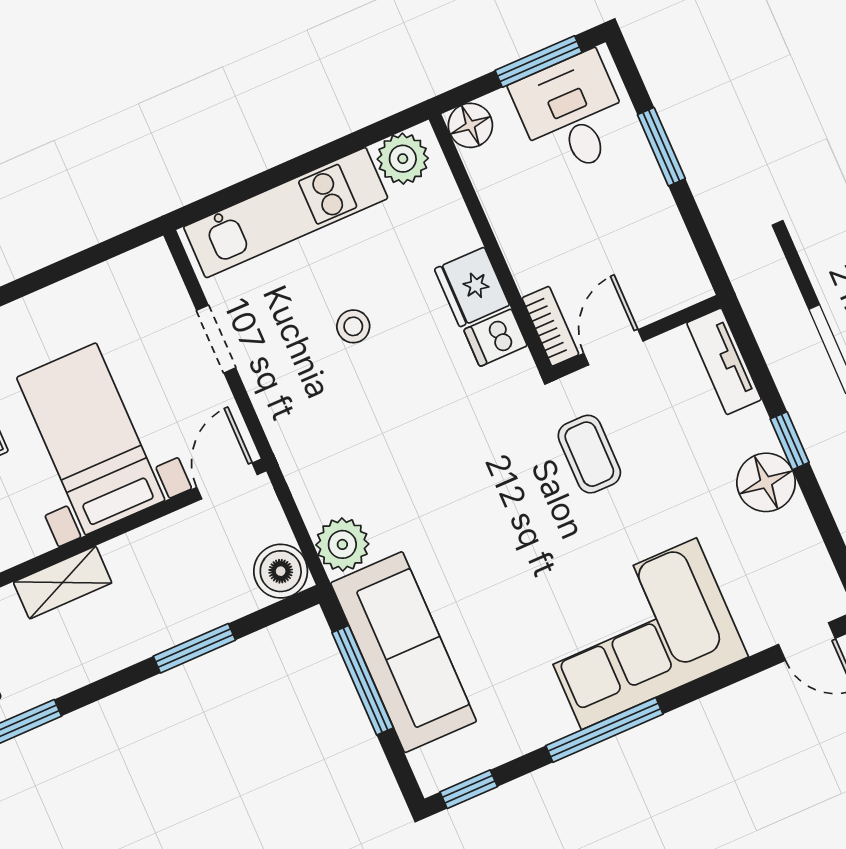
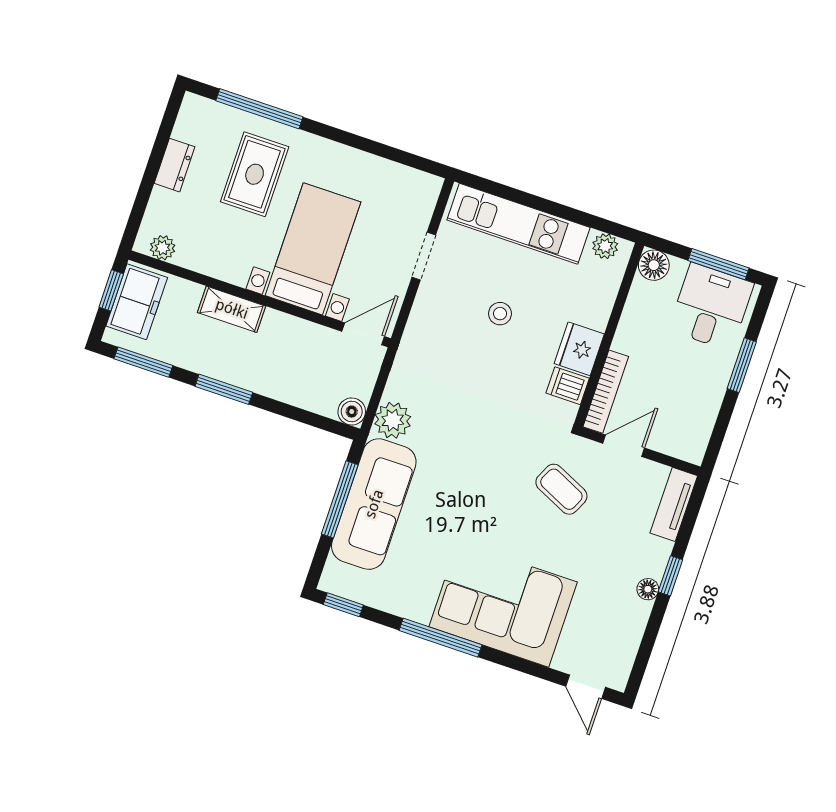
plant: (403, 159) -> (605, 246), width x0.73, depth x0.73
bookcase: (550, 326) -> (606, 392), width x1.56
coffee table: (589, 454) -> (561, 489), turned -65
floor lamp: (766, 482) -> (648, 589), width x0.53, depth x0.53
boiler: (281, 571) -> (352, 412), width x0.73, depth x0.73
window: (194, 648) -> (224, 389), moved

